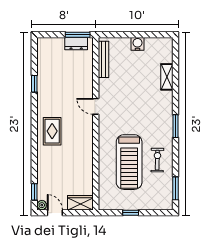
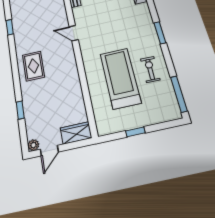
treadmill: (129, 162) -> (120, 78), turned 180
window: (176, 188) -> (179, 94), width x1.44
window: (34, 192) -> (20, 110), moved
door: (55, 213) -> (49, 151), swing flipped

